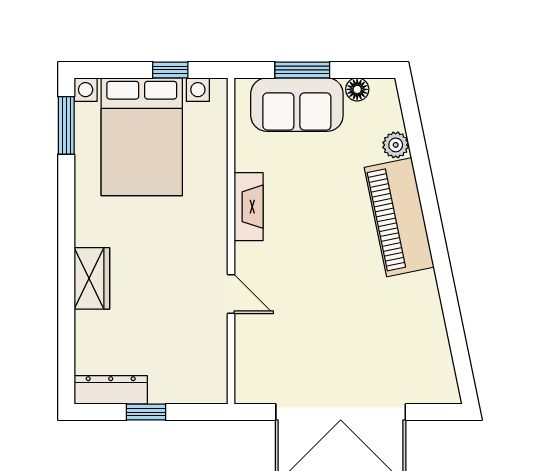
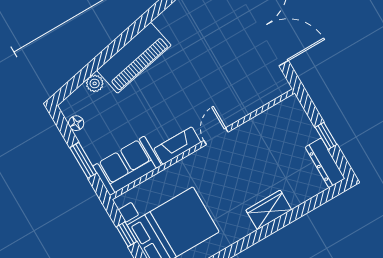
sofa: (297, 105) -> (127, 166), moved, turned -90
door: (231, 294) -> (216, 136), moved

